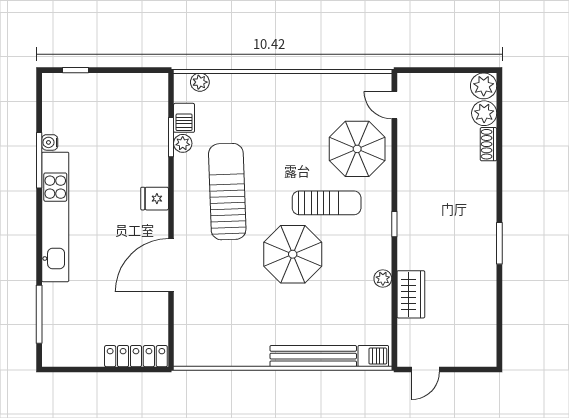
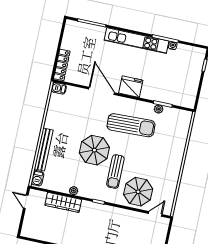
plant: (200, 82) -> (186, 123), removed
barbecue: (184, 118) -> (59, 88), moved
fridge: (155, 199) -> (131, 87), width x1.88, depth x1.34
wardrobe: (411, 294) -> (63, 202), width x1.50

